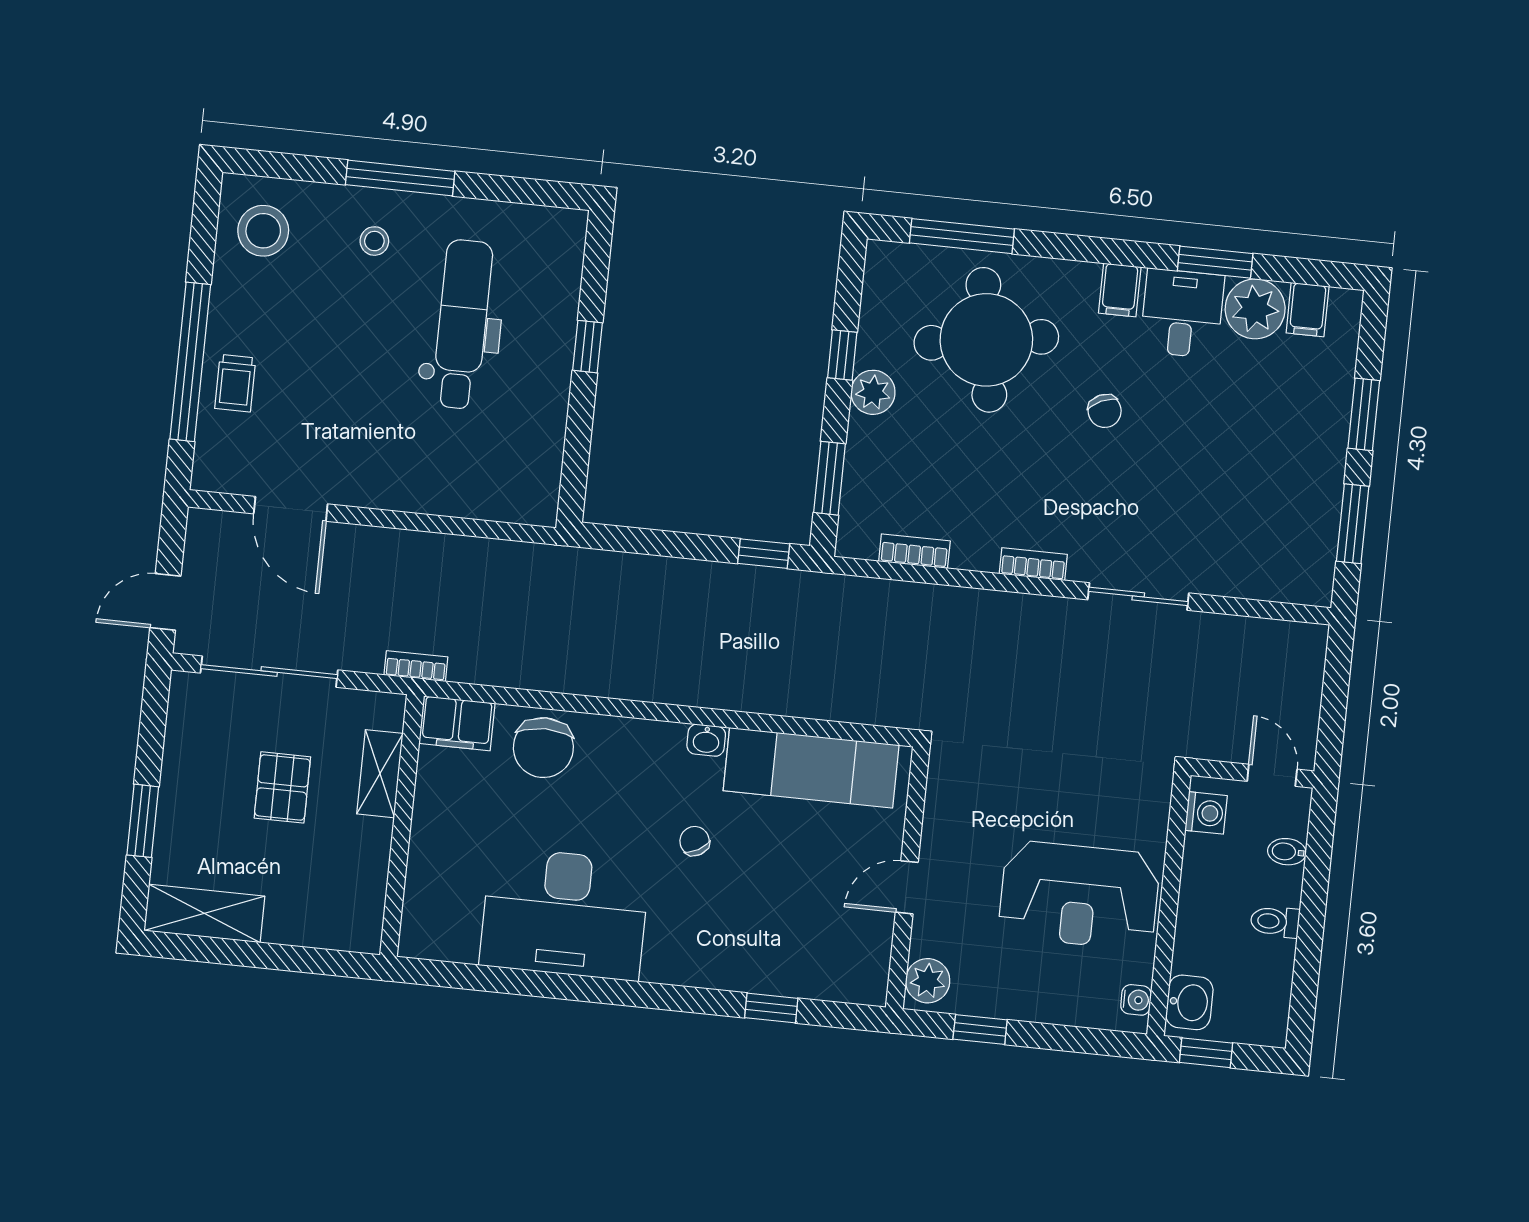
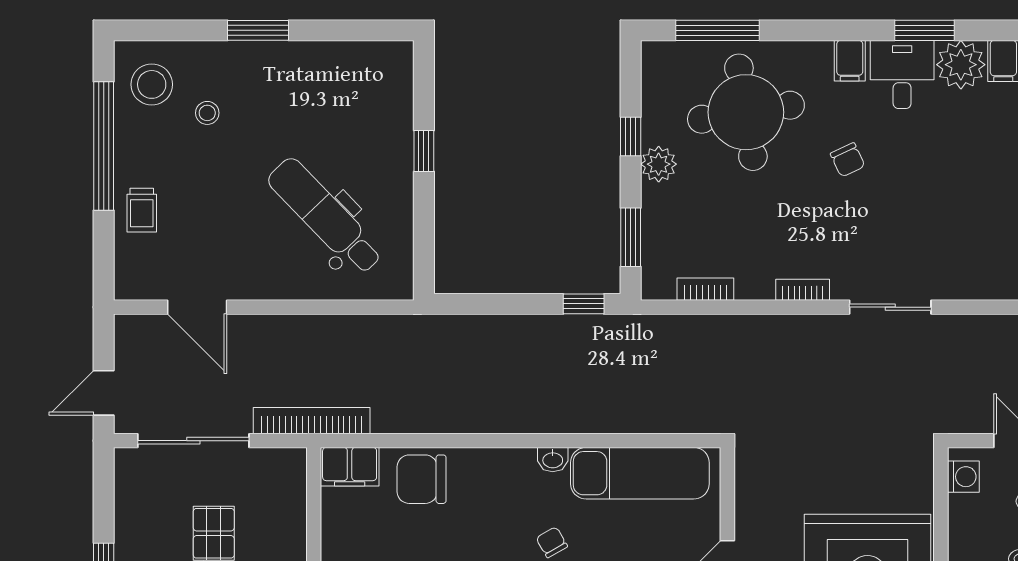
window: (400, 178) -> (258, 30), width x0.69
stool: (374, 241) -> (207, 113), moved
dental chair: (462, 324) -> (325, 216), moved, turned -44
window: (190, 362) -> (104, 146), moved
bookcase: (416, 666) -> (312, 421), width x2.31, depth x1.31
chair: (543, 748) -> (422, 479), turned 90
shelving: (380, 774) -> (291, 514), removed

